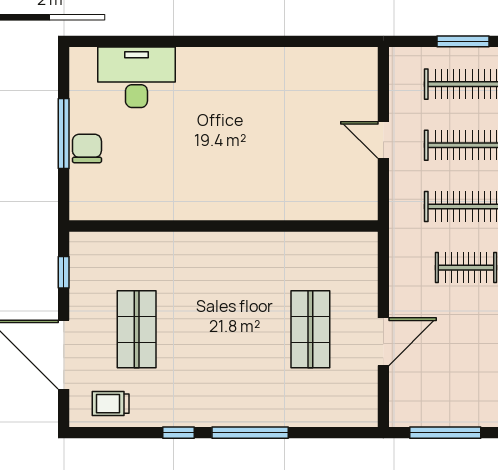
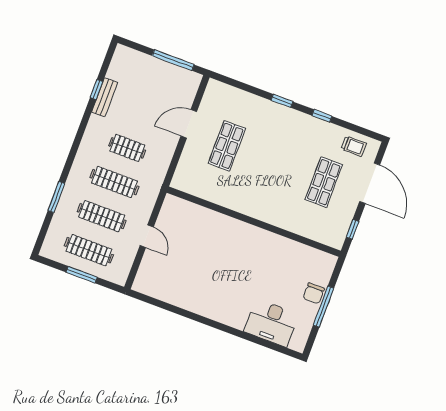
window: (250, 433) -> (282, 101), width x0.46

